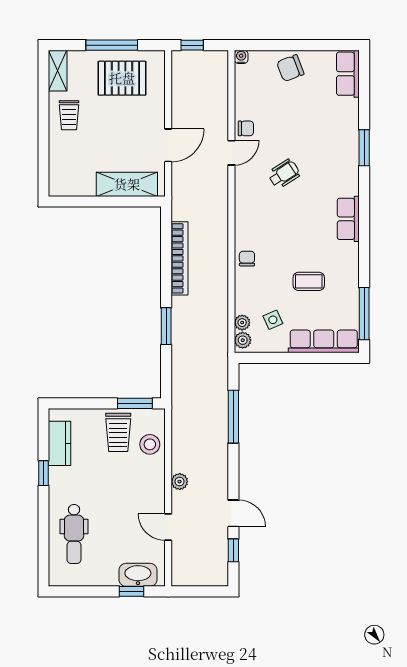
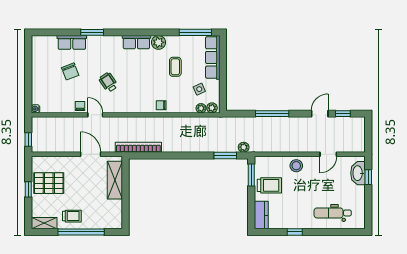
window: (112, 45) -> (28, 189), width x0.46
chair: (290, 68) -> (70, 71), moved
row of seats: (348, 74) -> (72, 42), moved
pallet: (122, 78) -> (49, 183), turned 90
window: (43, 130) -> (81, 232), added
plant: (348, 254) -> (158, 42), added
bookcase: (179, 258) -> (138, 147), moved
window: (166, 326) -> (225, 156), moved
window: (233, 417) -> (272, 114), moved
kitchen counter: (60, 443) -> (261, 215), moved, turned 90
stool: (150, 444) -> (296, 166), moved
plant: (180, 482) -> (244, 147), moved
dental chair: (74, 534) -> (333, 213), turned 180

